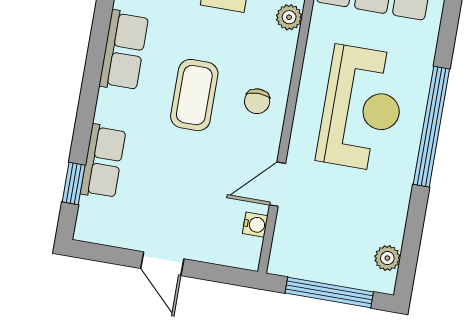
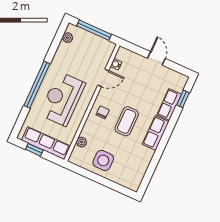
row of seats: (124, 51) -> (156, 133), moved

